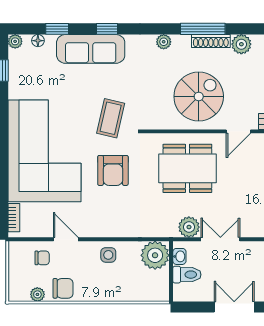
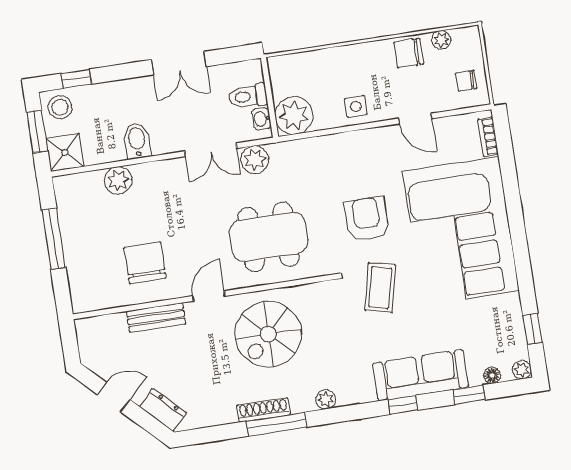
plant: (241, 44) -> (222, 412), removed
chair: (42, 258) -> (466, 81), moved

